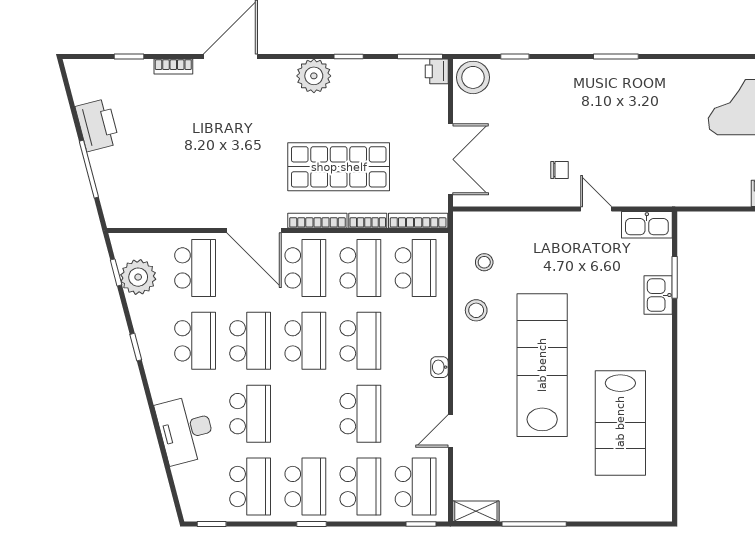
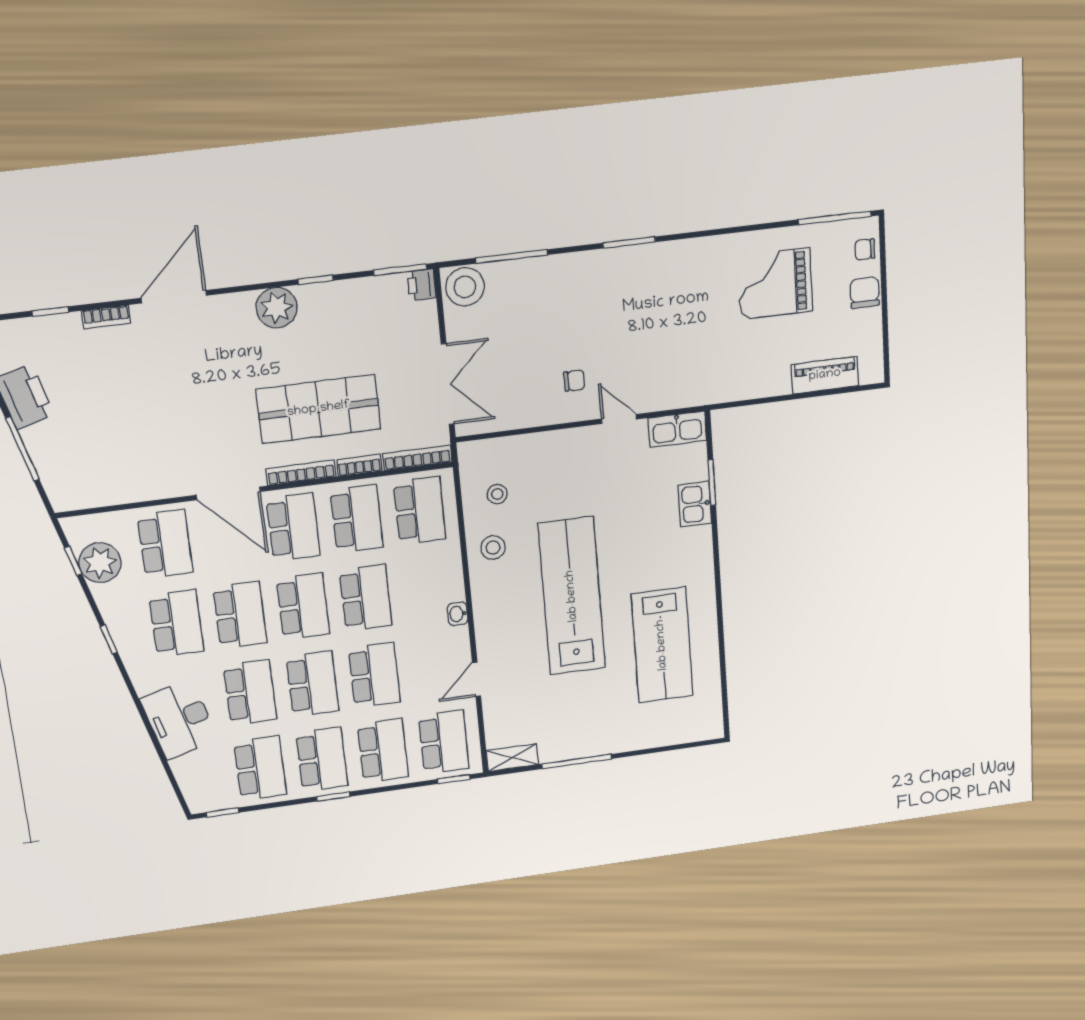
window: (515, 56) -> (512, 256), width x2.17
school desk: (305, 414) -> (313, 684), added

